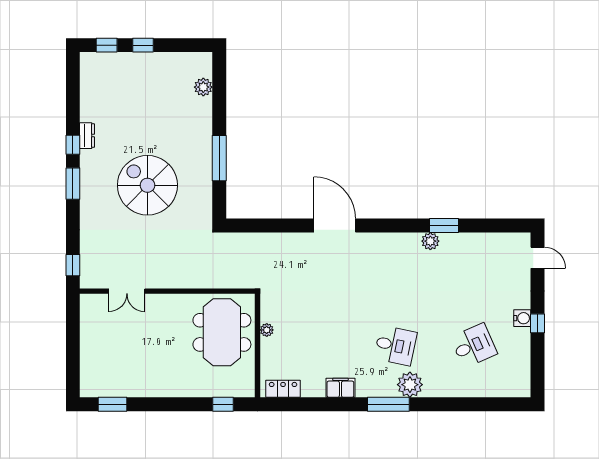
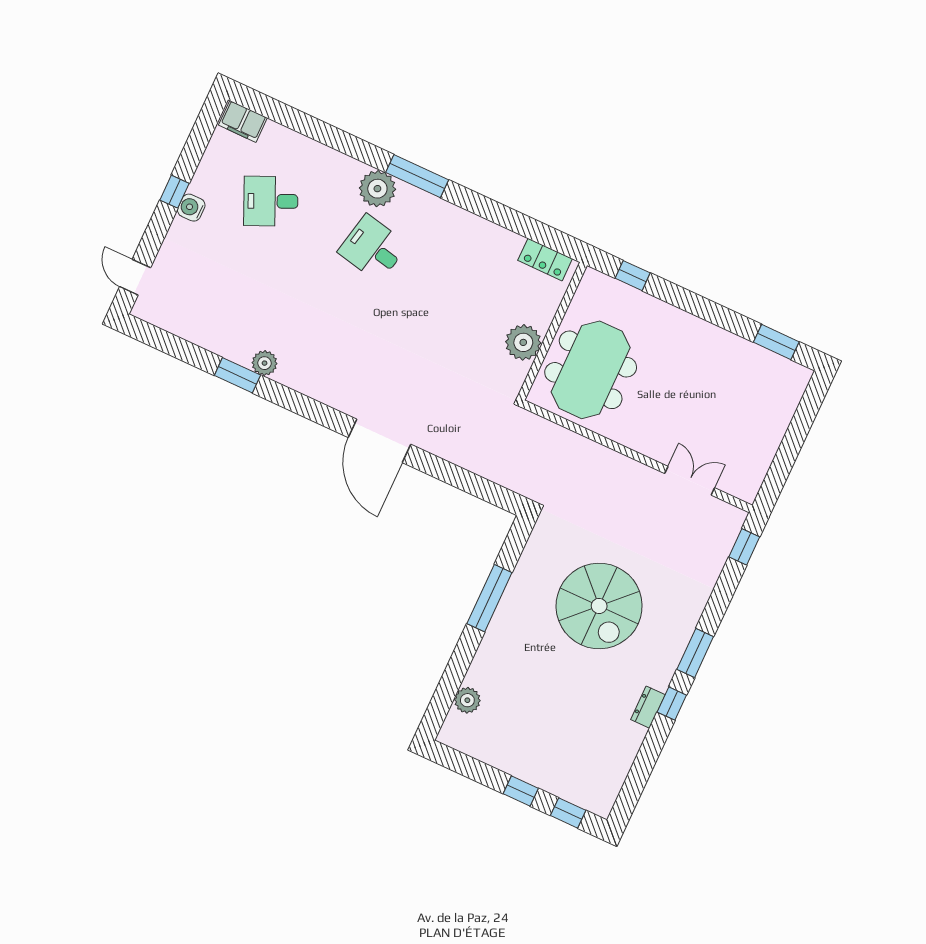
plant: (267, 330) -> (523, 342), width x1.88, depth x1.88
filing cabinet: (340, 388) -> (243, 121), moved

